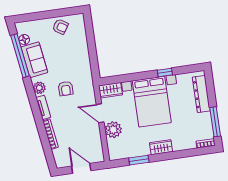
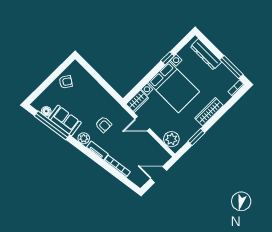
plant: (113, 130) -> (171, 139), moved
wardrobe: (161, 147) -> (209, 112), width x1.50

